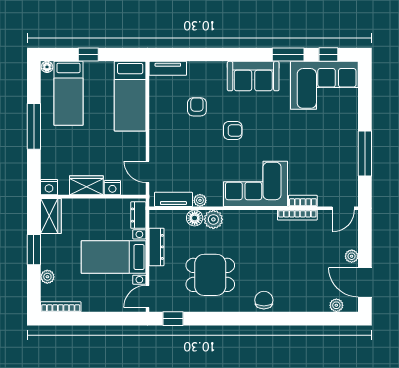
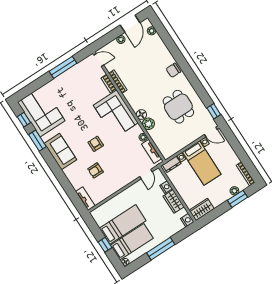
bed: (130, 96) -> (123, 224), moved
floor lamp: (195, 218) -> (141, 115), moved
dresser: (157, 247) -> (182, 144), removed
window: (34, 250) -> (238, 199), moved

